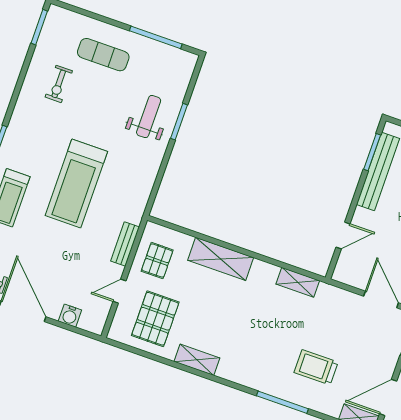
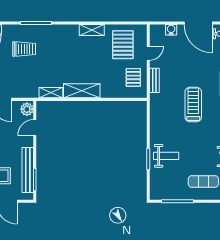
weight bench: (149, 117) -> (166, 156), turned -90
treadmill: (76, 184) -> (193, 104), width x0.73, depth x0.73
shelving: (221, 259) -> (82, 91), moved
plant: (345, 269) -> (27, 109), added

